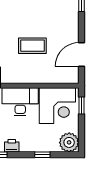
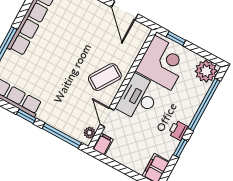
coffee table: (32, 46) -> (105, 77), moved, turned 33
window: (42, 155) -> (204, 105), width x3.17

